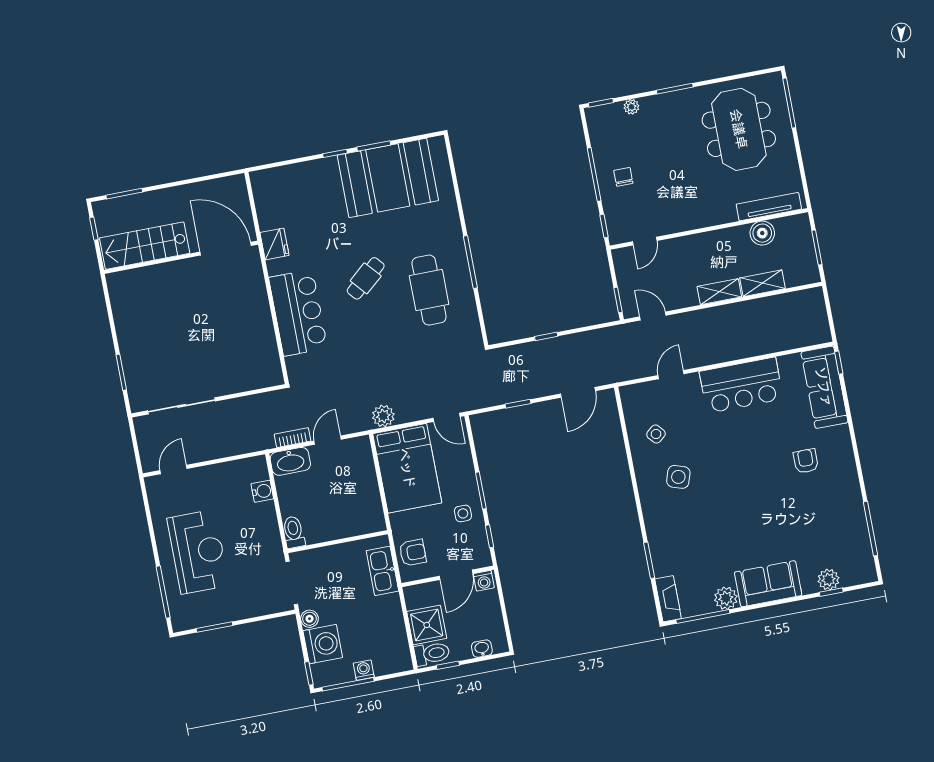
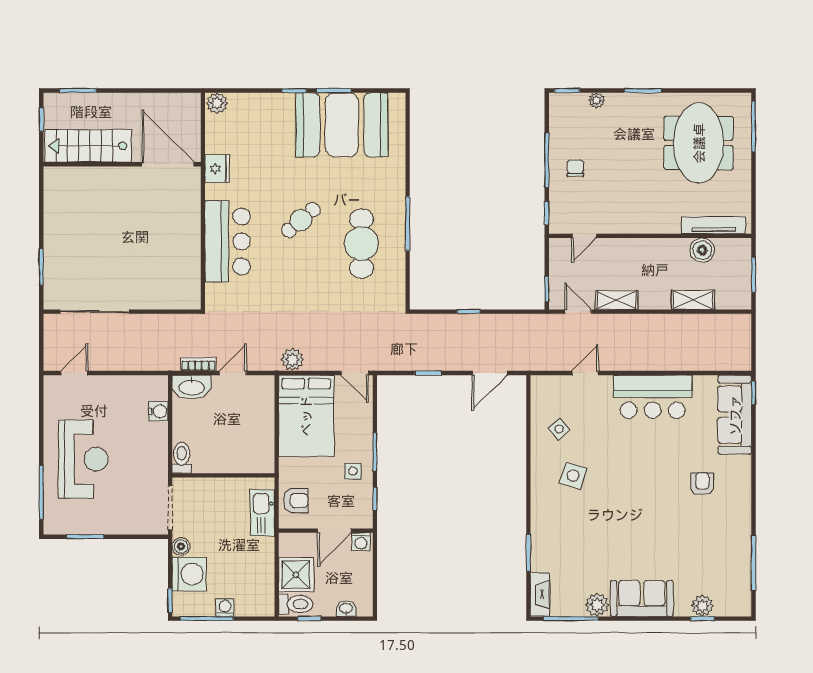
plant: (262, 180) -> (217, 103), added
shelving: (719, 292) -> (616, 300), moved

